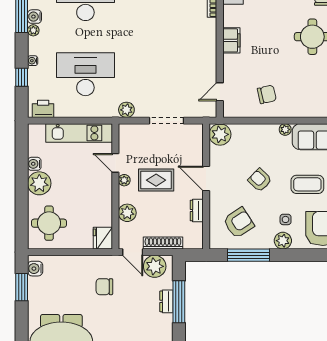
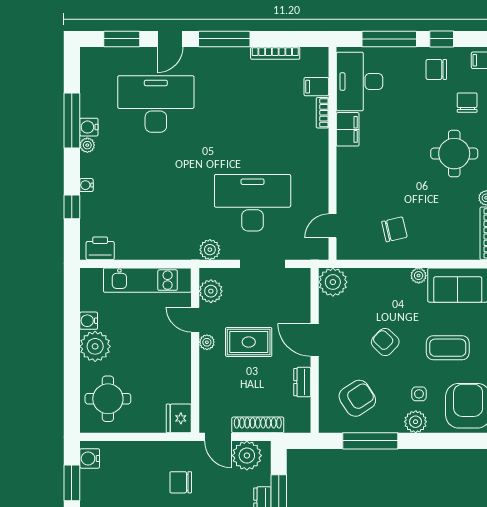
filing cabinet: (231, 40) -> (348, 129), moved
desk: (85, 74) -> (253, 203), moved
plant: (127, 213) -> (211, 291), moved

